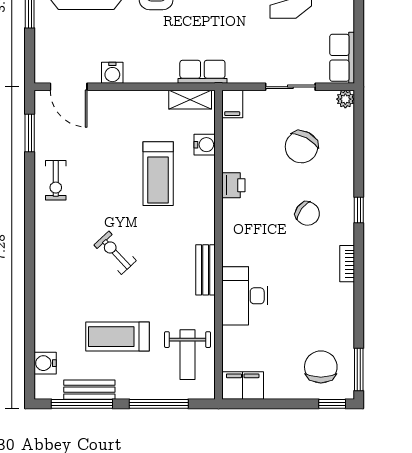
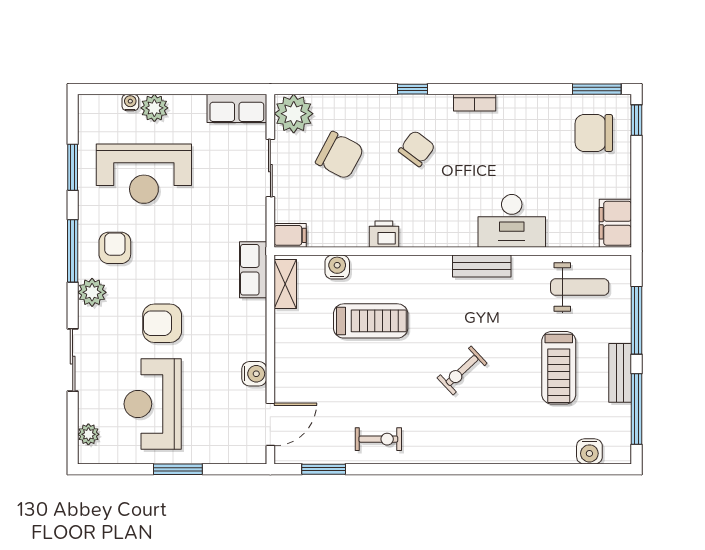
plant: (345, 99) -> (294, 114), width x1.87, depth x1.87
bench: (89, 390) -> (620, 373), moved

